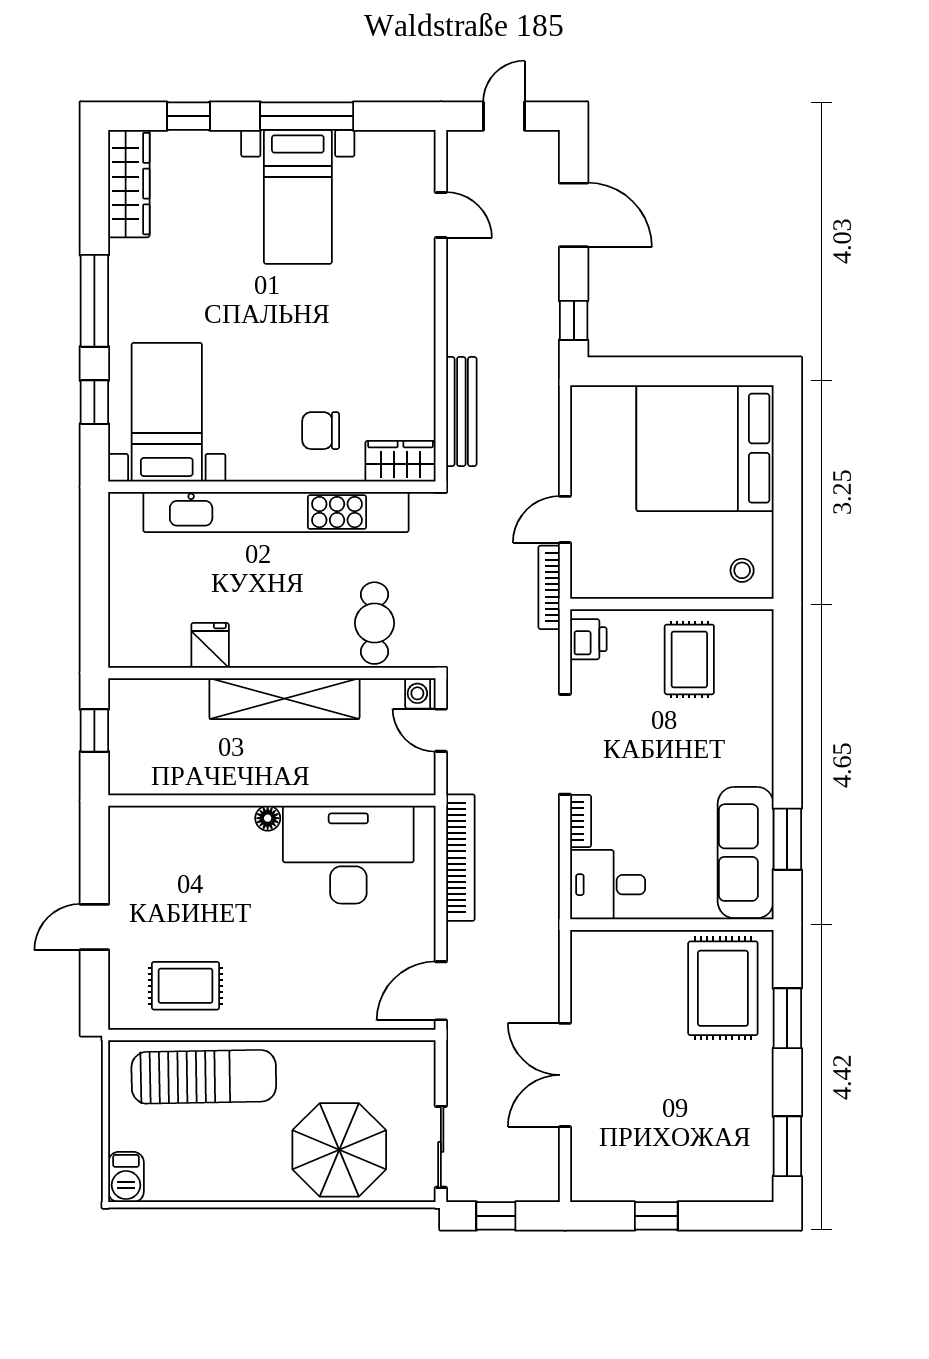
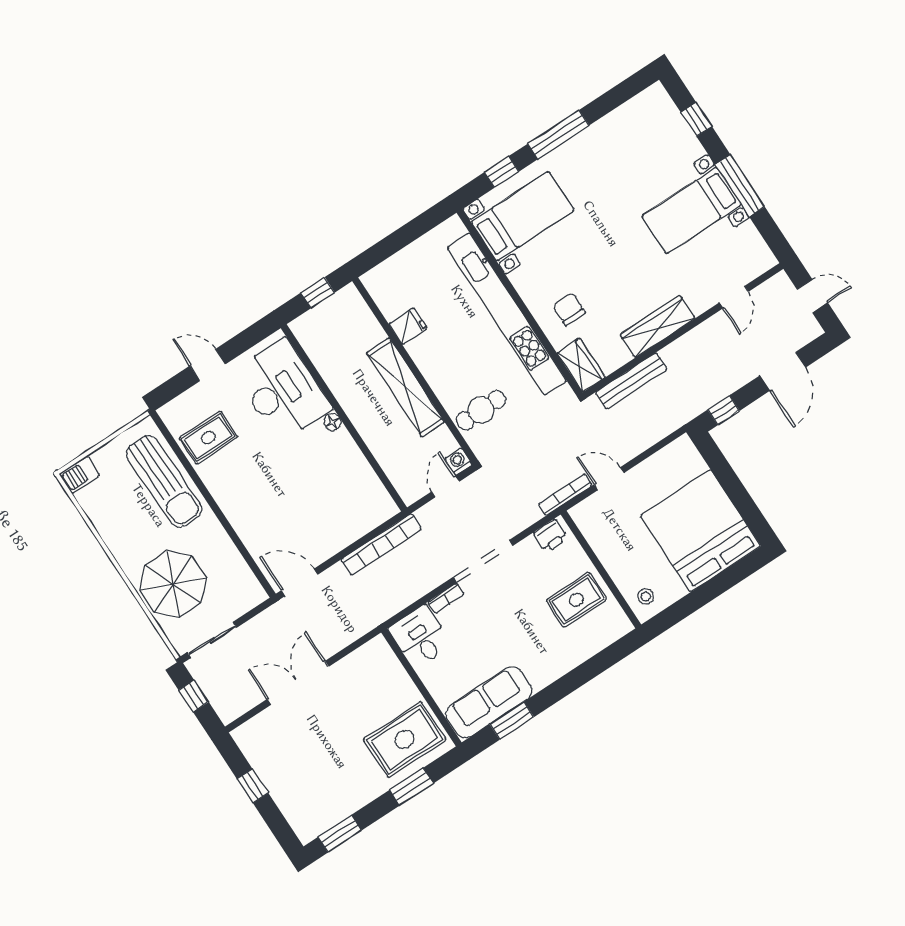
wardrobe: (129, 184) -> (657, 327), moved, turned 180
desk: (348, 855) -> (282, 390), moved
rug: (185, 986) -> (208, 438), turned 90

